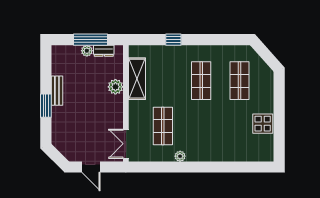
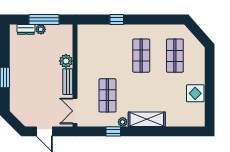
dresser: (104, 51) -> (26, 29), moved
shelving: (137, 79) -> (147, 119), moved, turned 90
bench: (57, 91) -> (68, 82), moved
window: (169, 167) -> (113, 131), added

